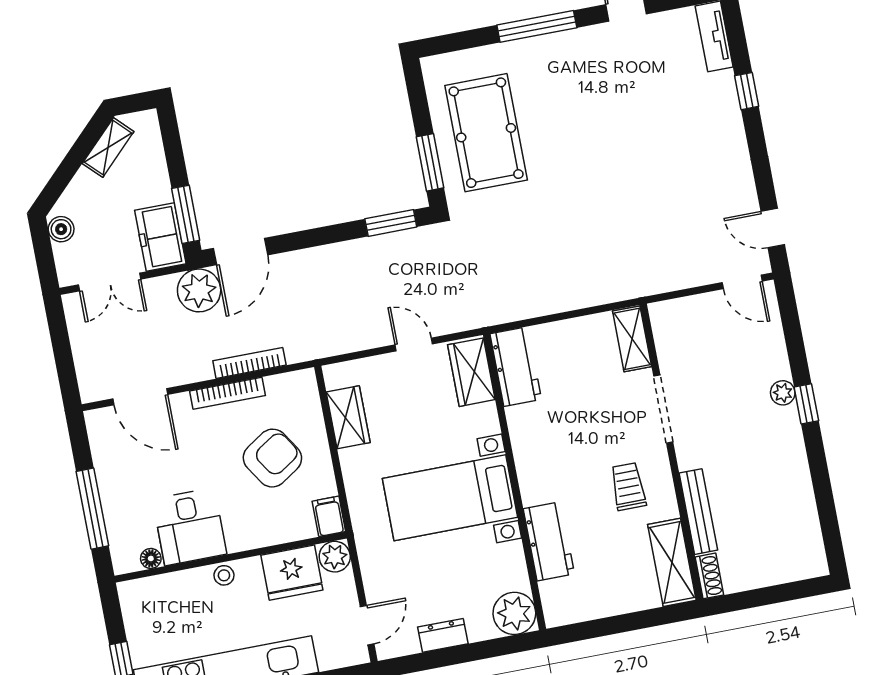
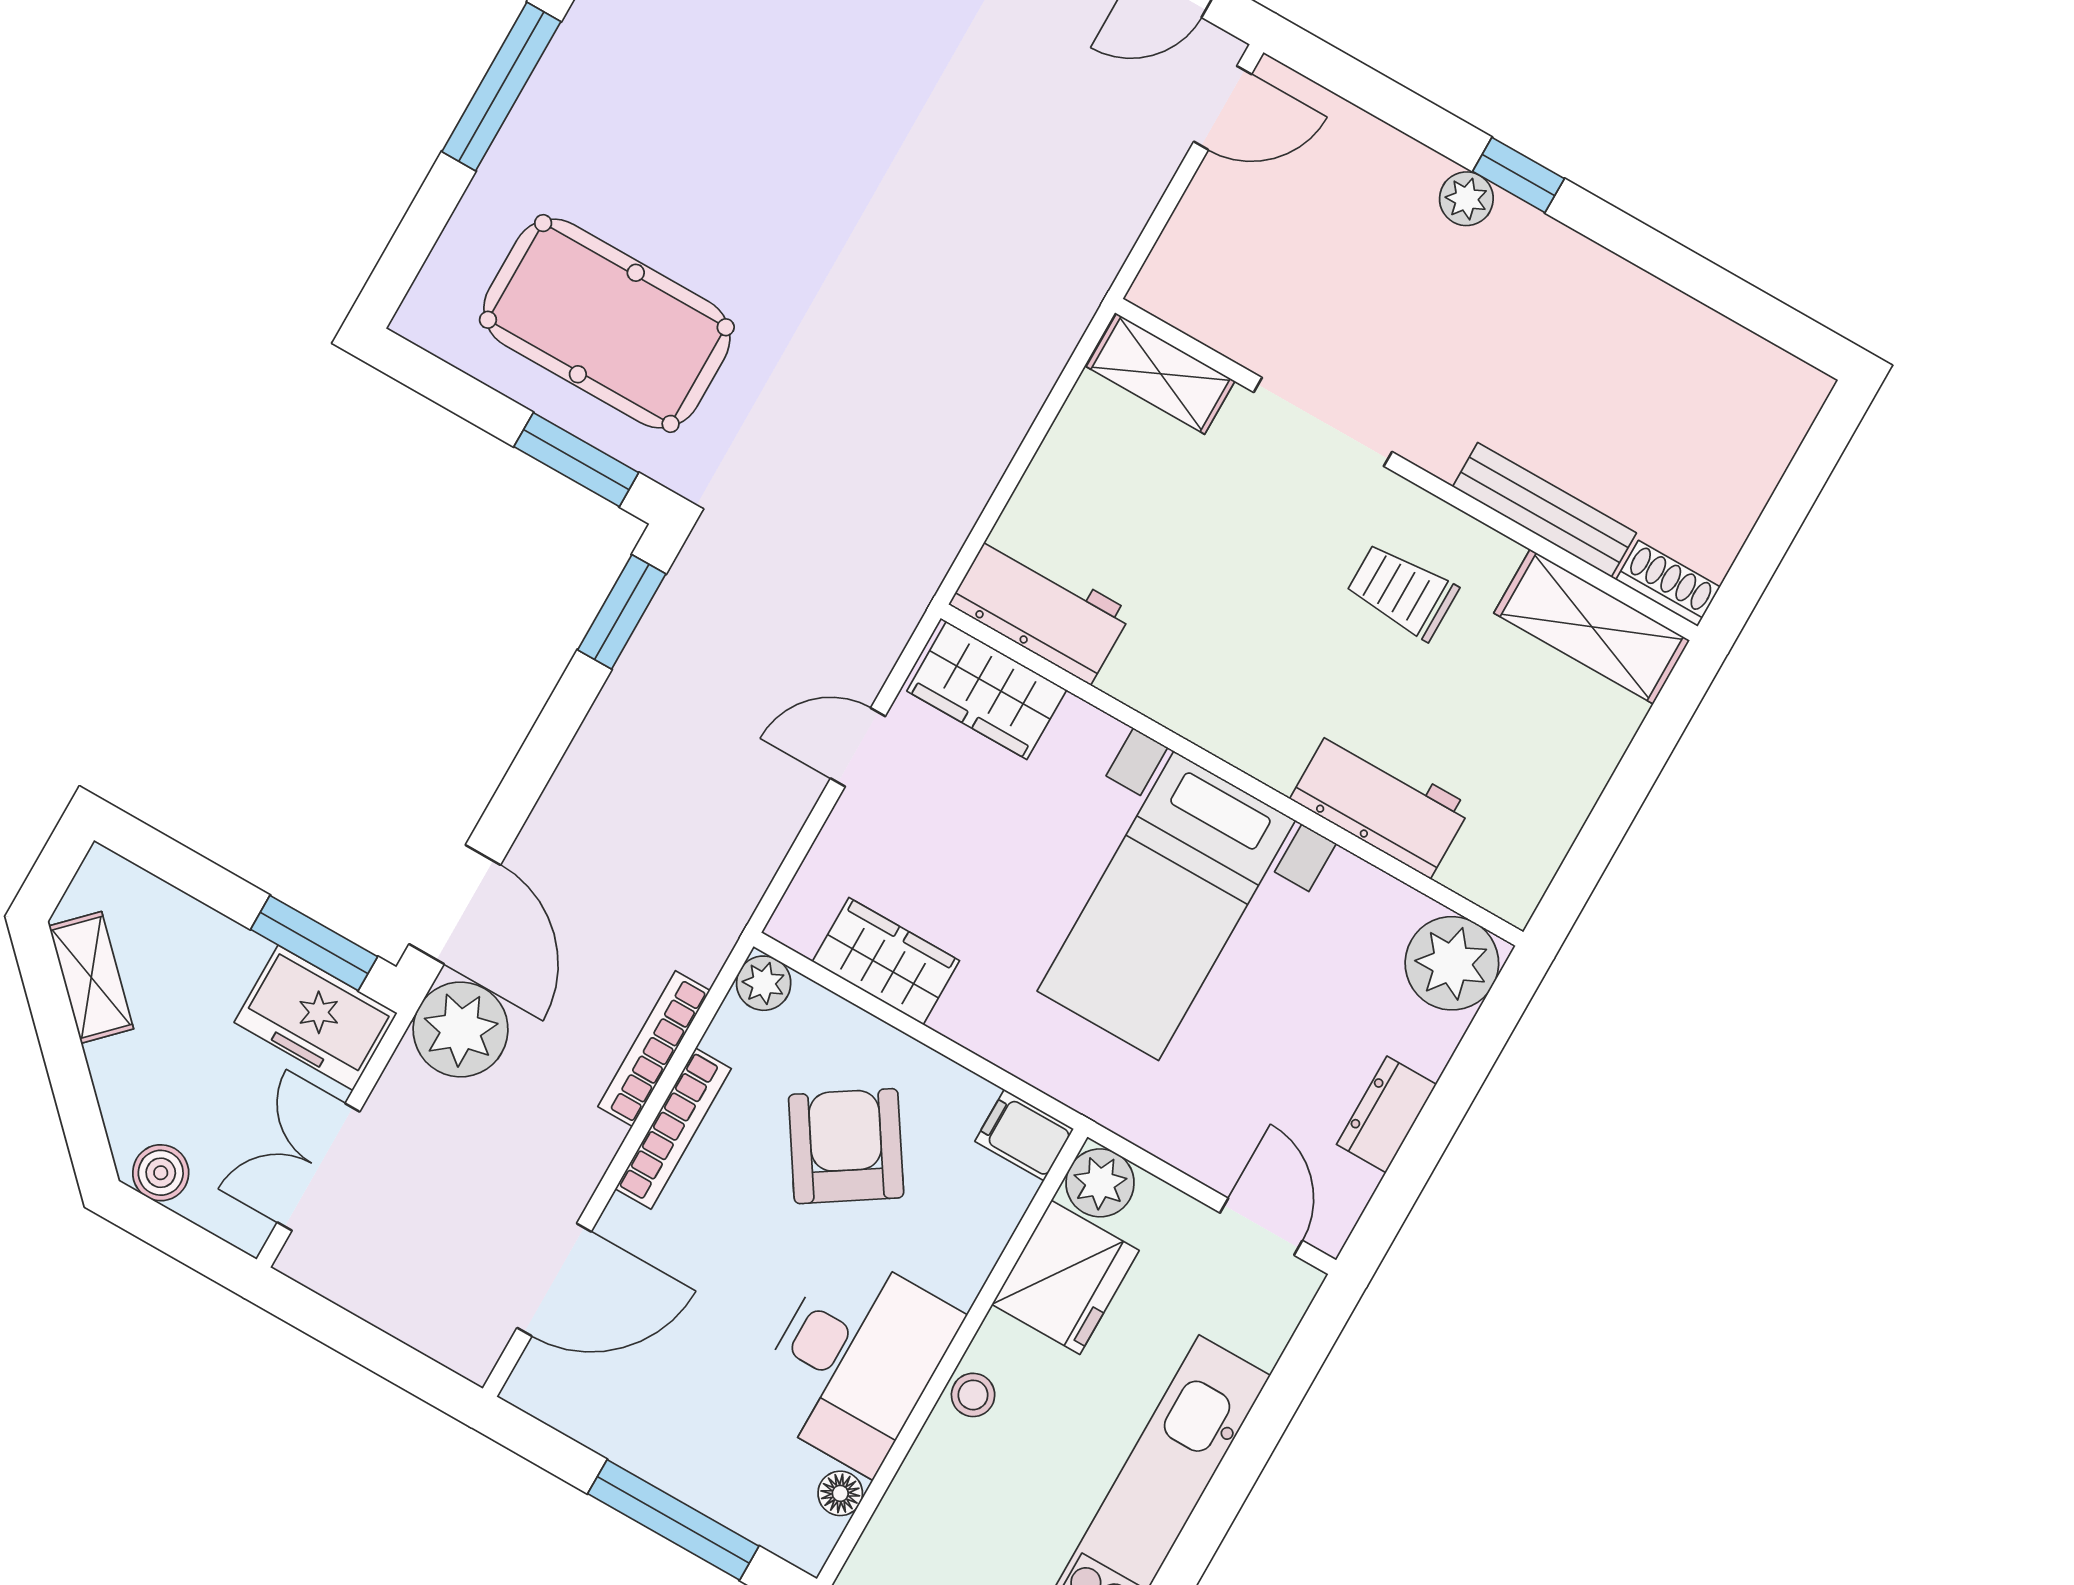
double door: (110, 282) -> (319, 1167), swing flipped
plant: (304, 381) -> (764, 983), added
desk: (190, 527) -> (855, 1360), width x1.37

